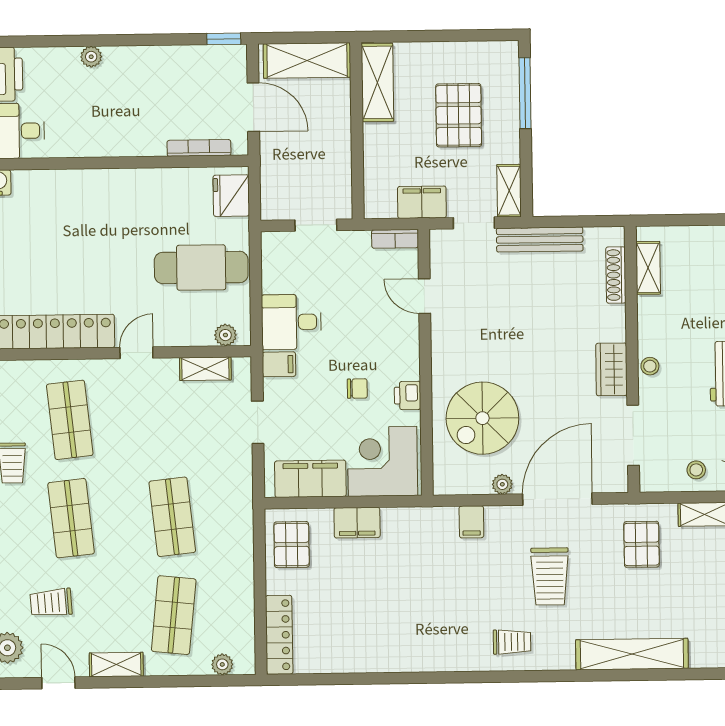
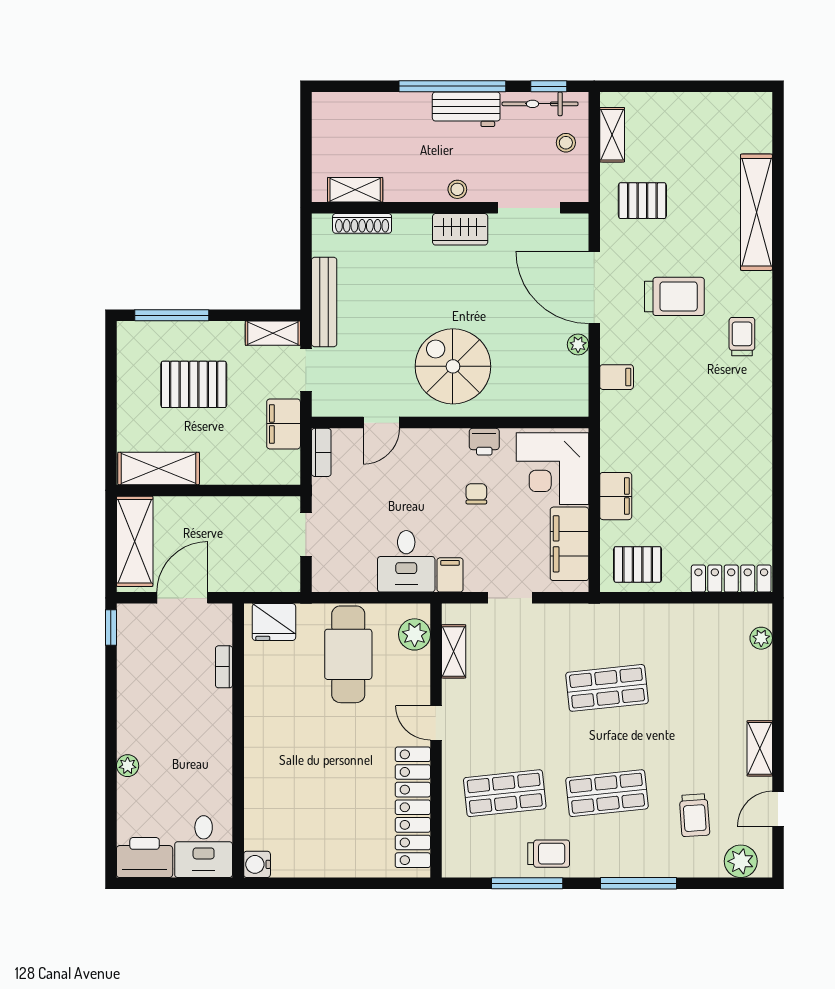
bookcase: (199, 148) -> (224, 667), width x0.64
plant: (225, 335) -> (415, 634), width x1.38, depth x1.38
spiral stairs: (482, 418) -> (453, 366), moved, turned 180
shop shelf: (174, 615) -> (709, 688), removed

